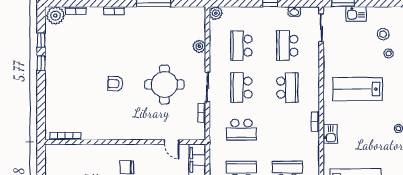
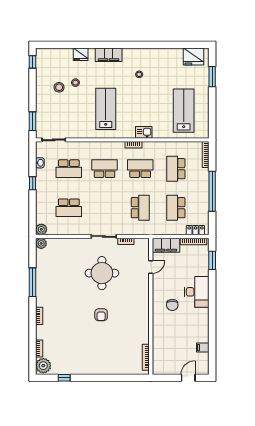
kitchen sink: (356, 14) -> (42, 110), removed
plant: (199, 46) -> (41, 243), moved
window: (41, 63) -> (84, 378), removed
school desk: (241, 88) -> (140, 169), moved, turned 180
lab bench: (358, 89) -> (106, 109), turned 180

